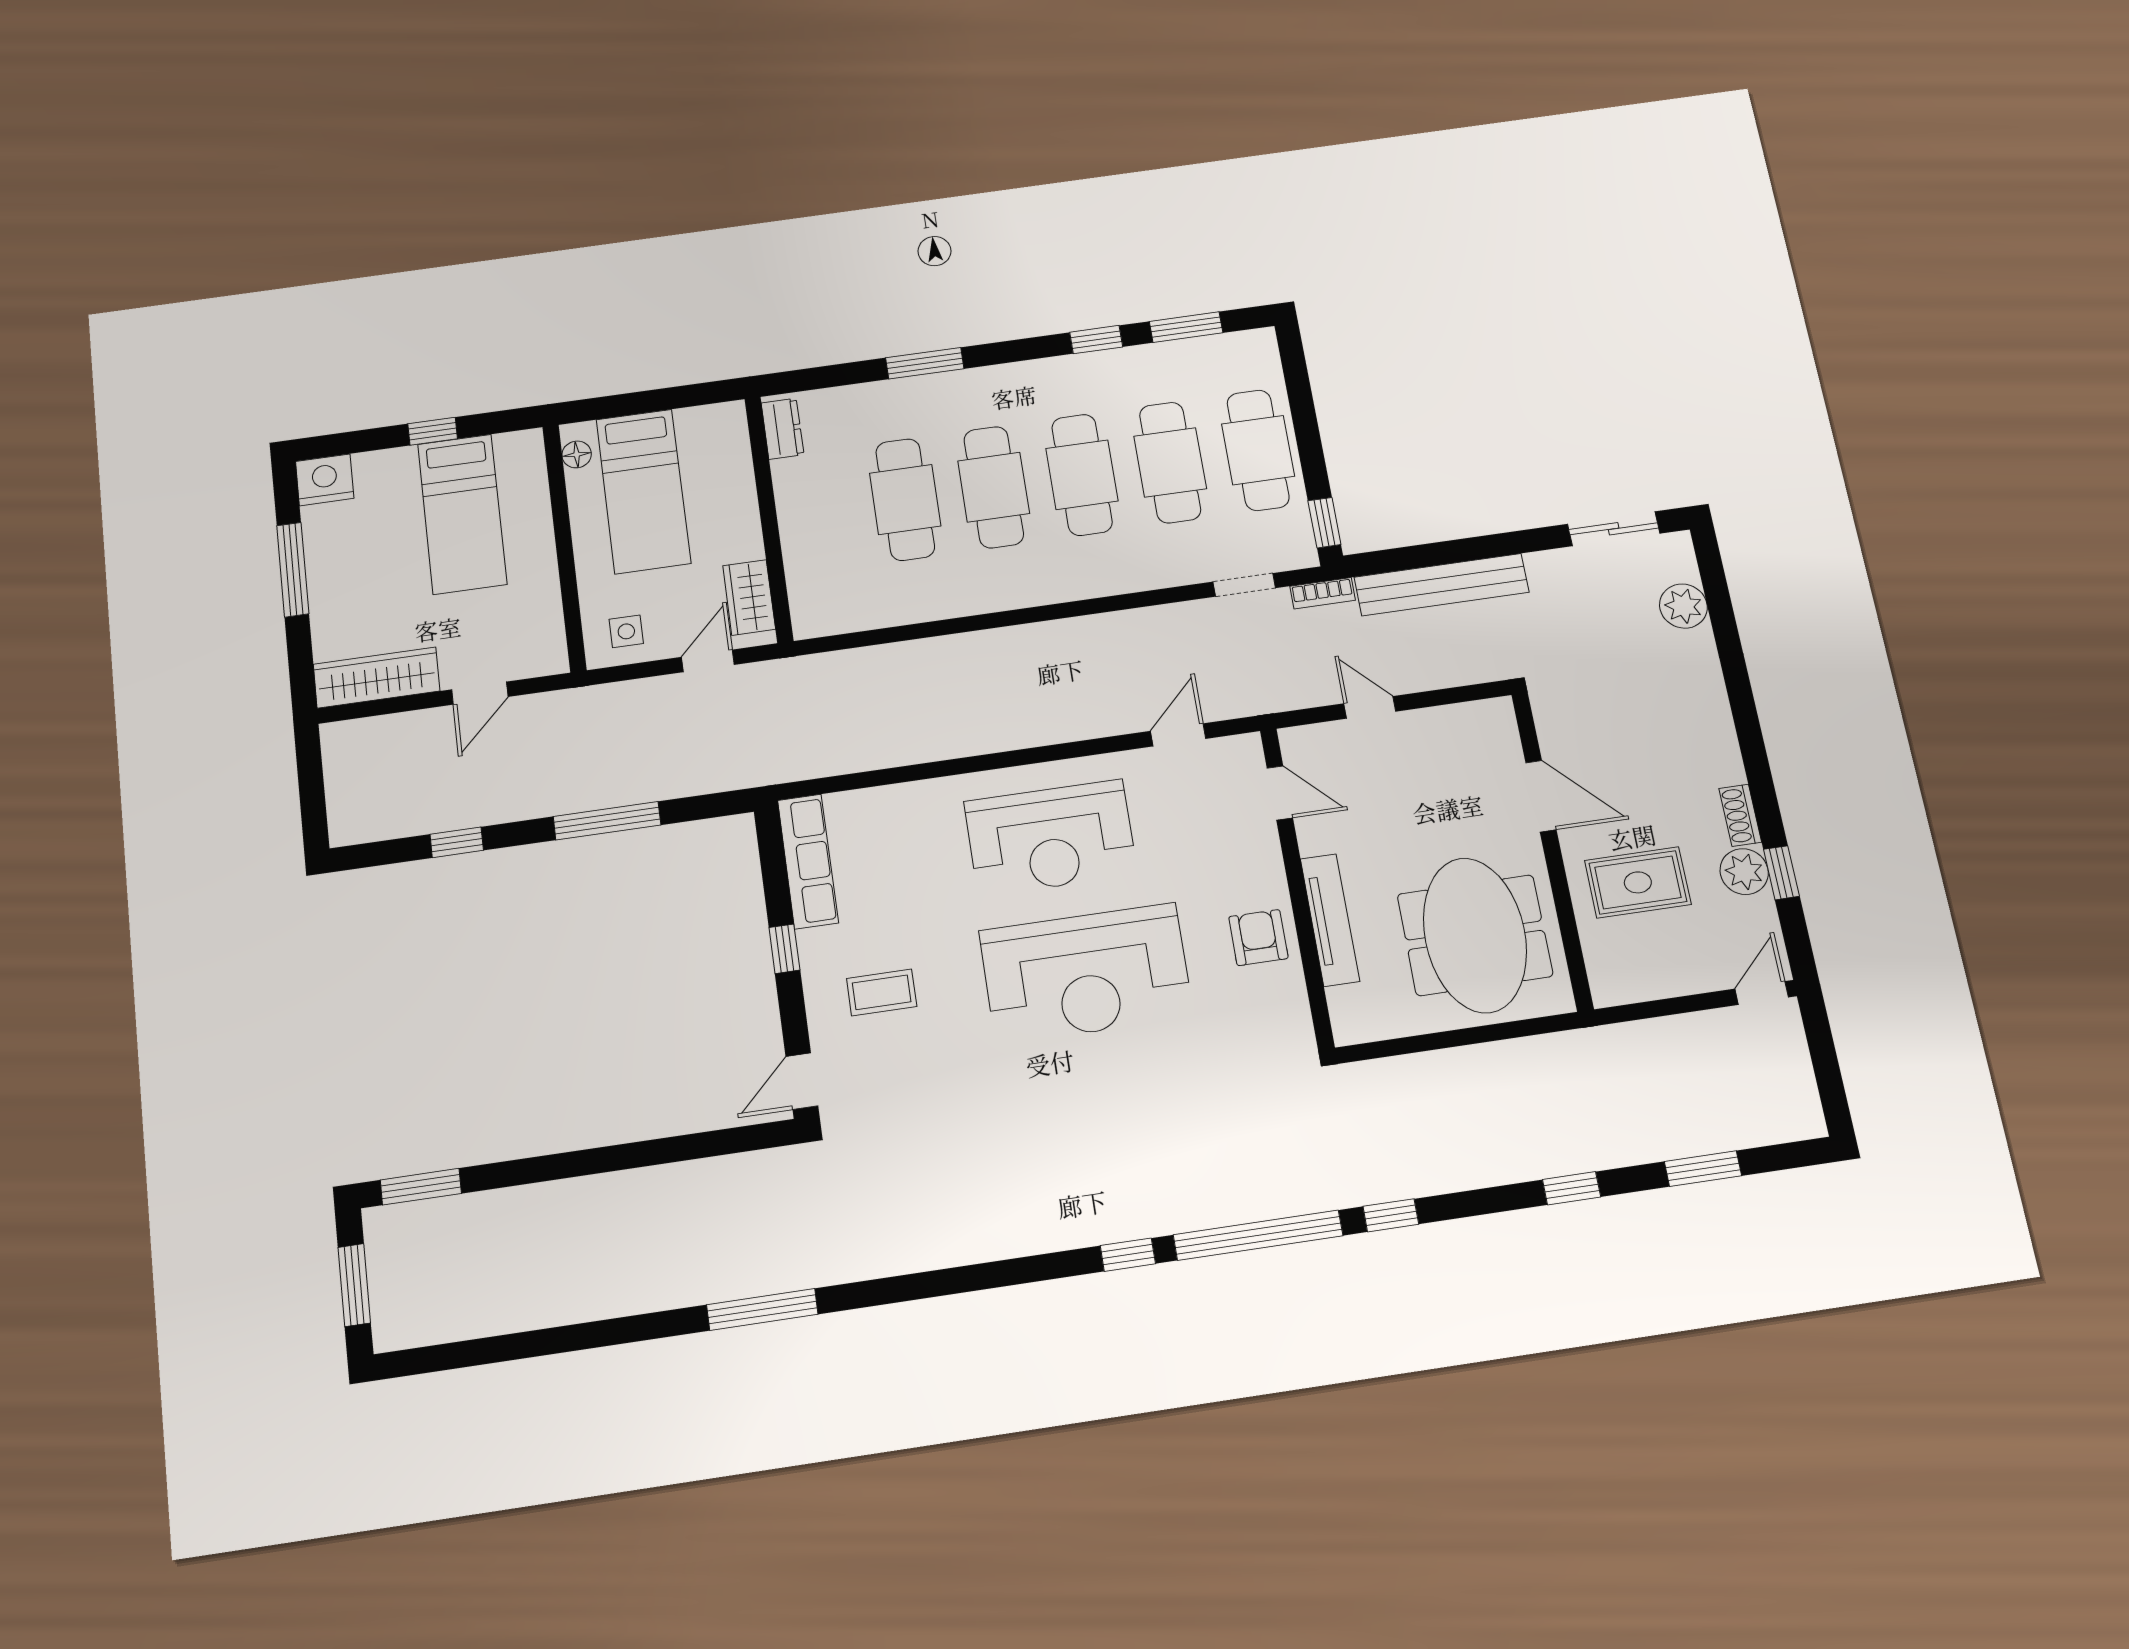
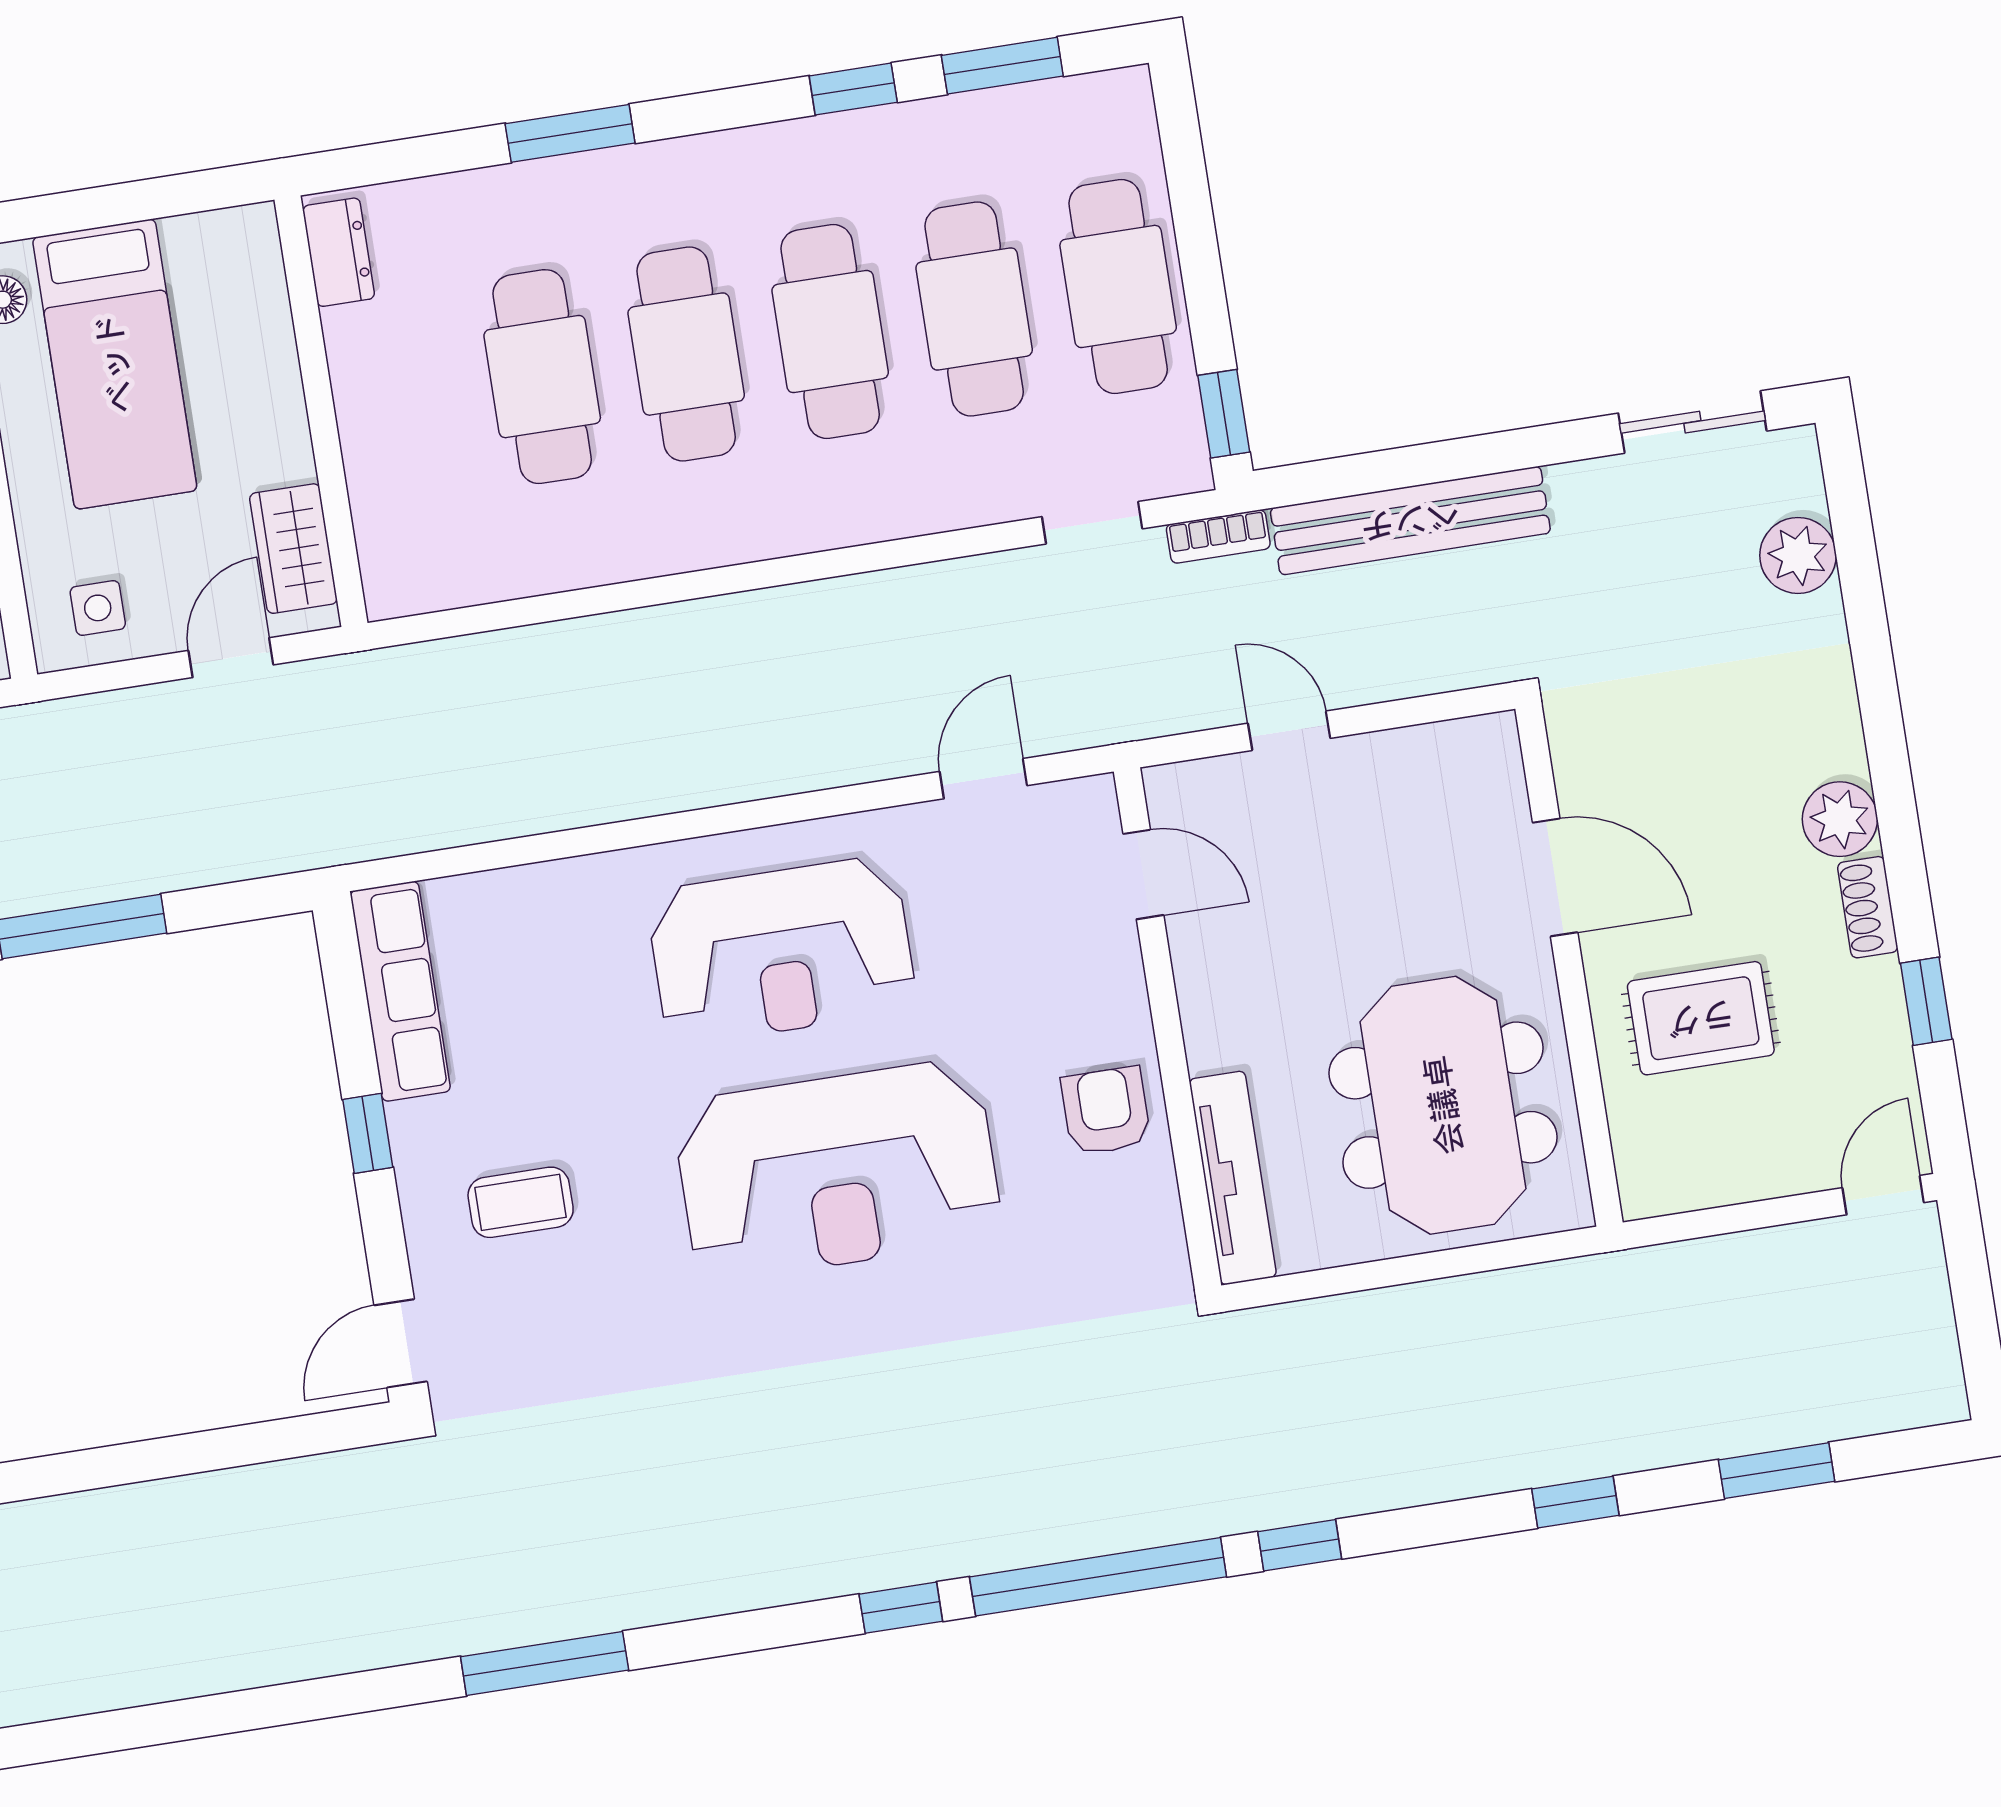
plant: (1744, 872) -> (1840, 819), moved
tv unit: (1330, 920) -> (1233, 1178), moved
window: (762, 1309) -> (545, 1663), moved

